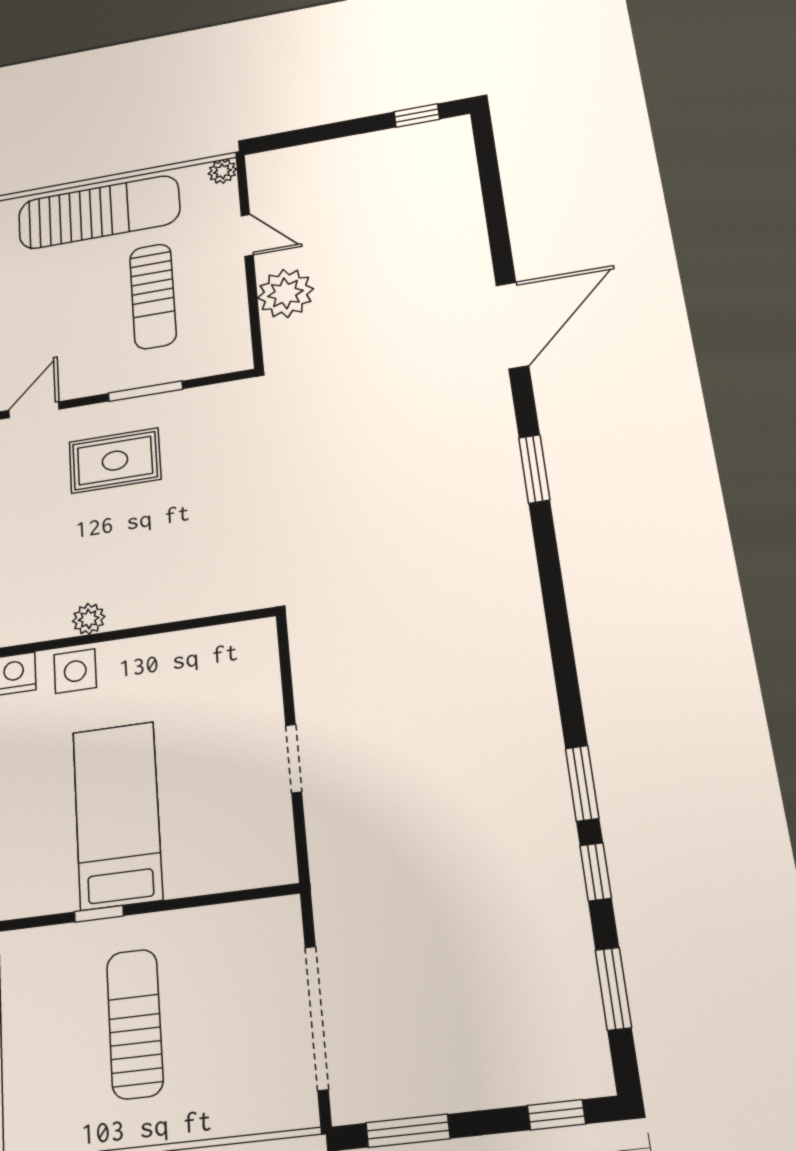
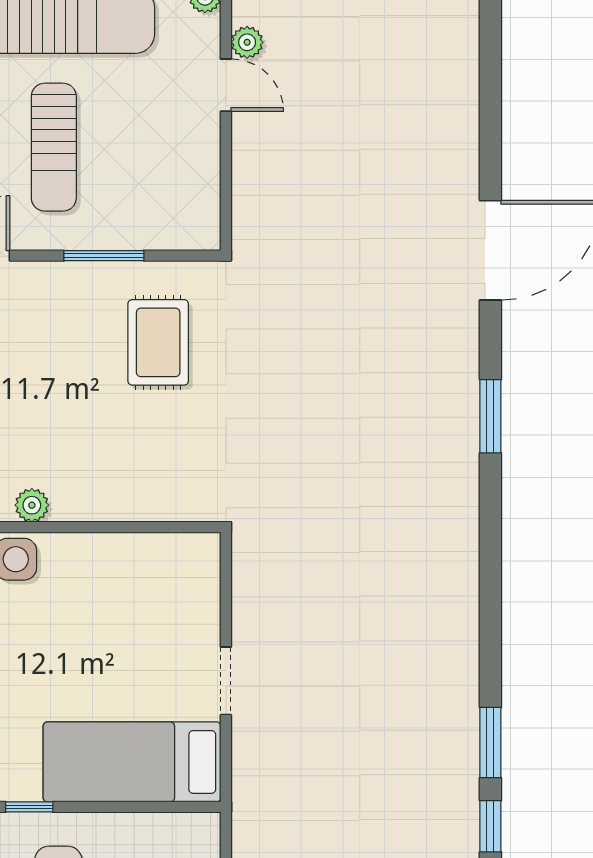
plant: (285, 293) -> (247, 42), moved, width x0.53, depth x0.53
sun lounger: (153, 296) -> (54, 147), moved
rug: (115, 461) -> (158, 342), moved, turned 90
bed: (117, 815) -> (132, 762), moved, turned -90

